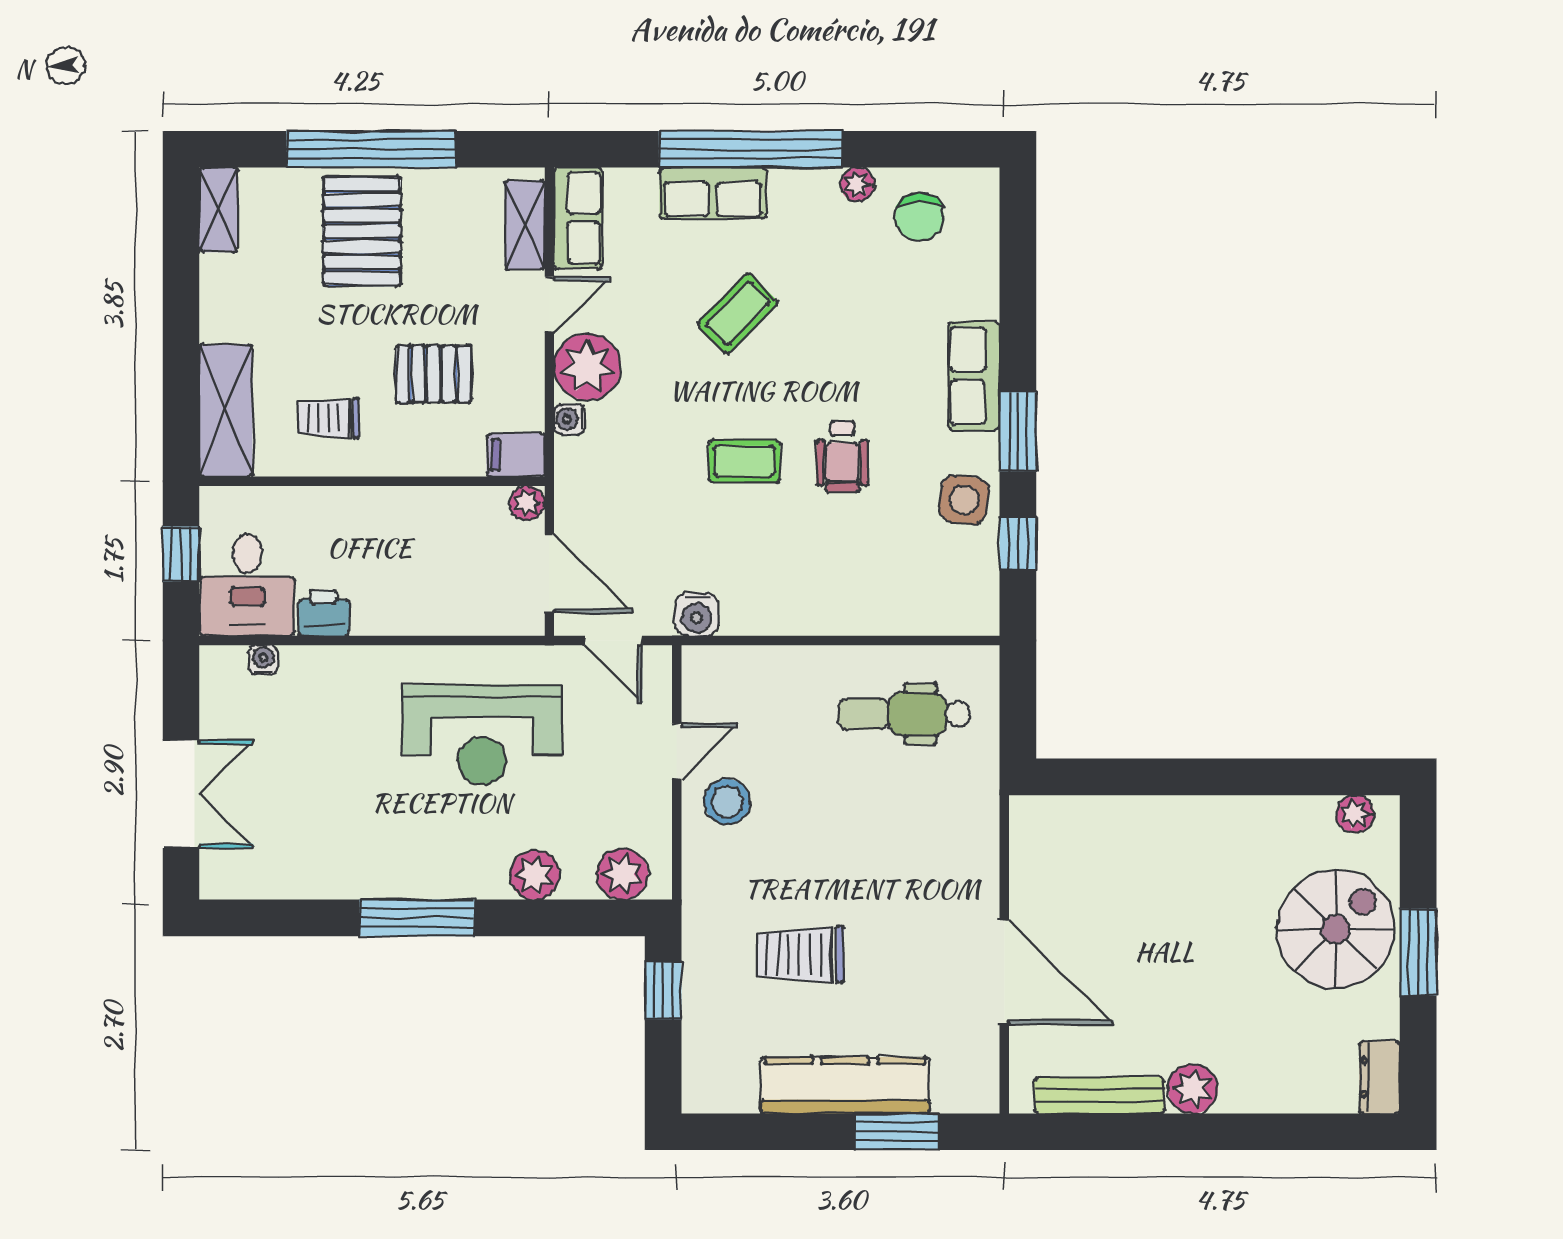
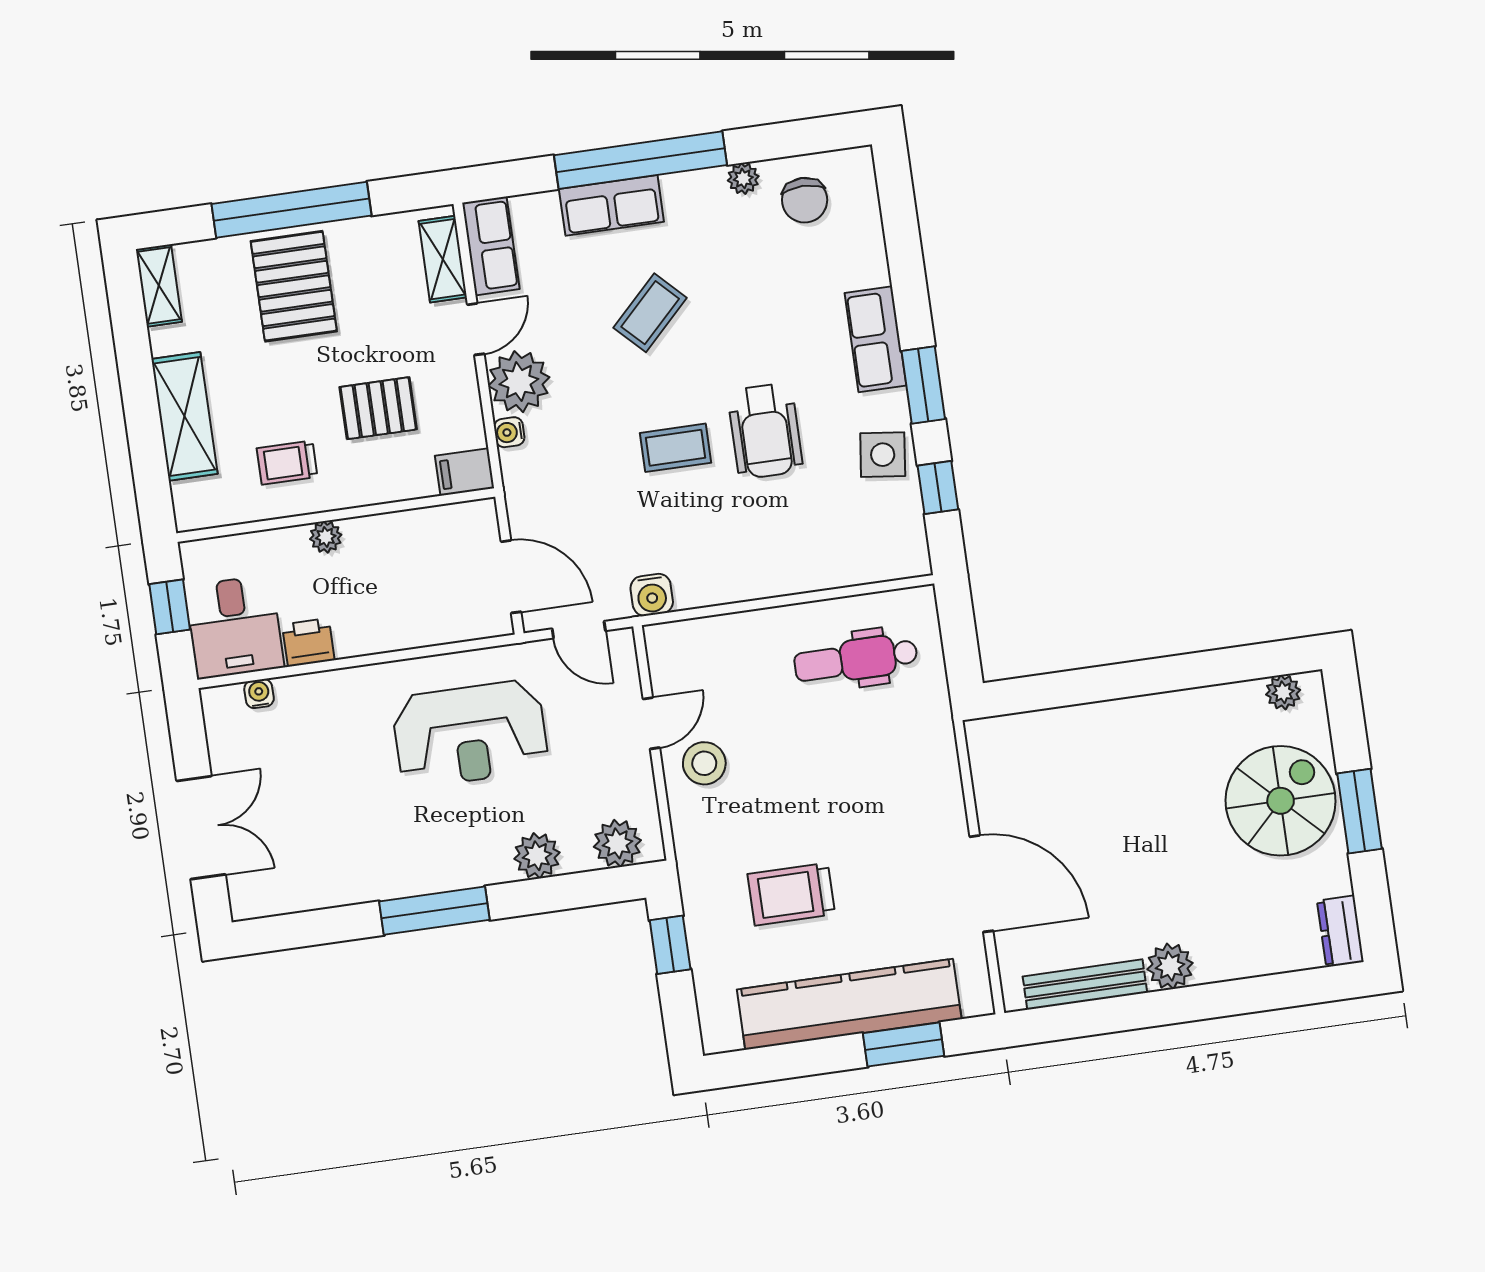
shelving: (226, 410) -> (184, 416), moved
wheelchair: (842, 457) -> (765, 431), width x1.36, depth x1.37
plant: (527, 503) -> (326, 537), moved
kitchen counter: (845, 1085) -> (849, 1004), width x1.39, depth x1.17

